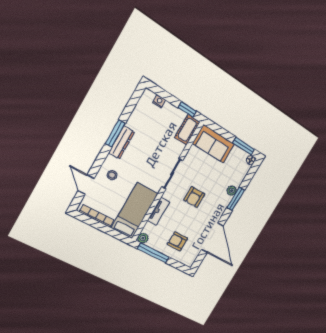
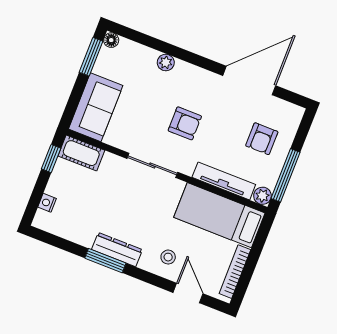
door: (86, 185) -> (188, 293), swing flipped
window: (236, 199) -> (178, 53), removed
tv unit: (158, 211) -> (224, 181), width x1.41

